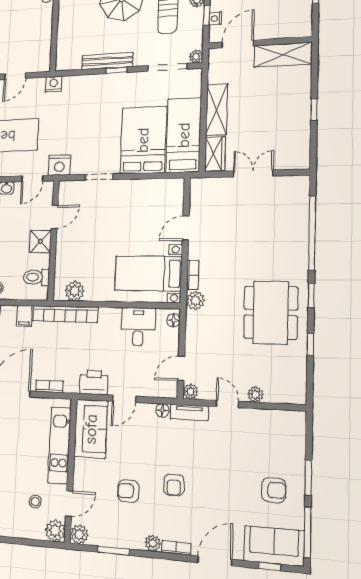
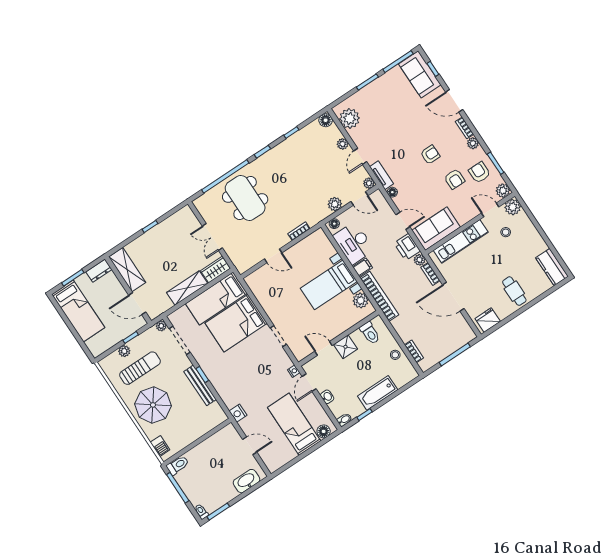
nightstand: (215, 18) -> (129, 330), removed
dresser: (304, 22) -> (99, 271), added
nightstand: (59, 165) -> (294, 371), width x0.53, depth x0.56
door: (32, 179) -> (309, 383), swing flipped
bed with nightstands: (148, 273) -> (329, 285), moved, turned 90
plant: (195, 301) -> (335, 204), moved
dining table: (271, 313) -> (245, 198), moved, turned 90
filing cabinet: (24, 316) -> (362, 267), moved
desk: (138, 327) -> (354, 243), width x1.37
plant: (72, 386) -> (420, 260), added
floor lamp: (297, 395) -> (326, 120), added
plant: (280, 424) -> (350, 118), added
armchair: (274, 490) -> (479, 172), moved

